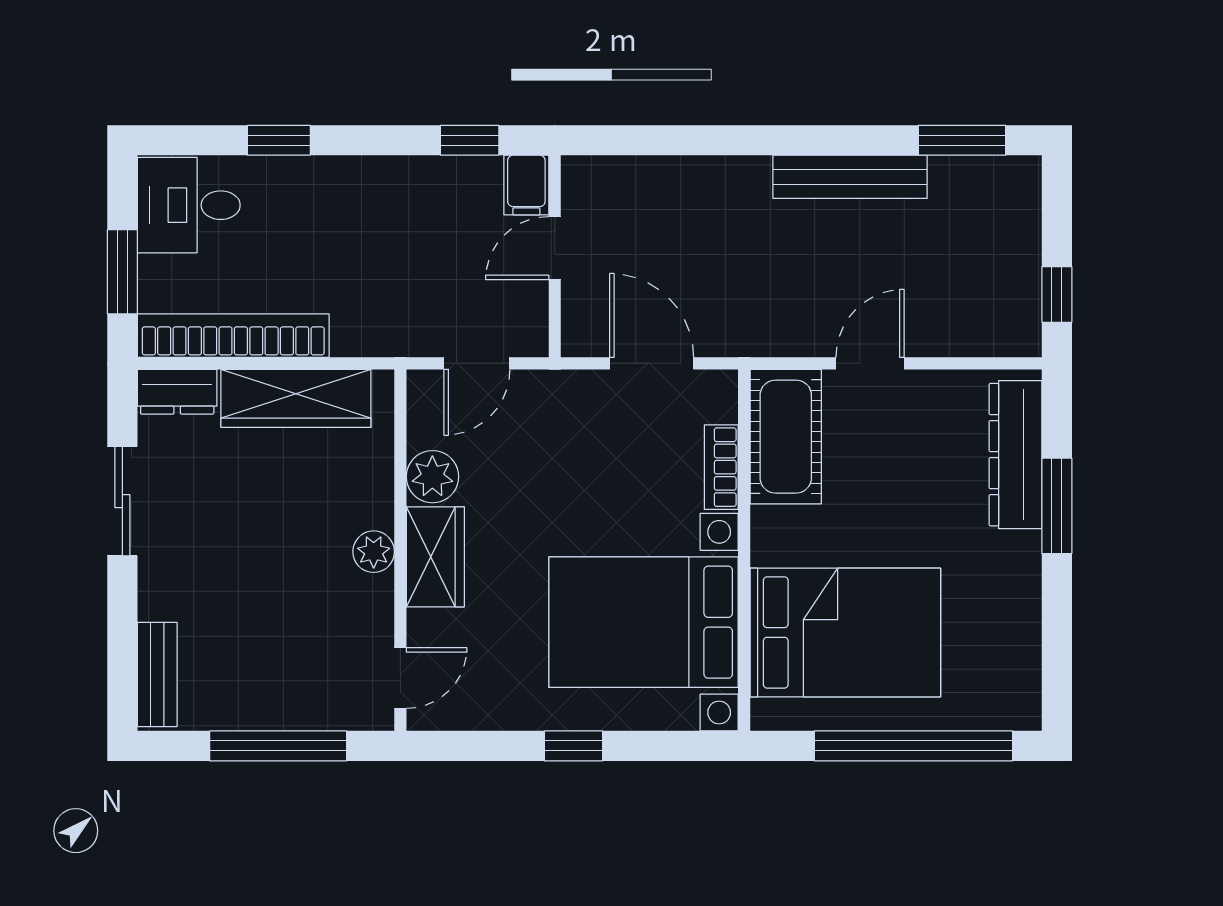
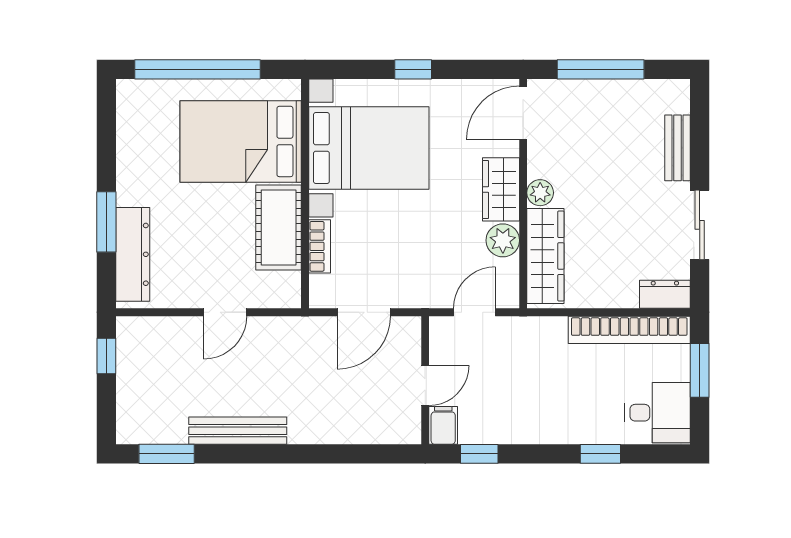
door: (652, 363) -> (364, 312), hinge flipped
wardrobe: (296, 398) -> (545, 256), moved, turned 90
cot: (786, 437) -> (279, 227), moved
bench: (157, 674) -> (678, 148), moved
door: (400, 678) -> (523, 113), width x1.38

